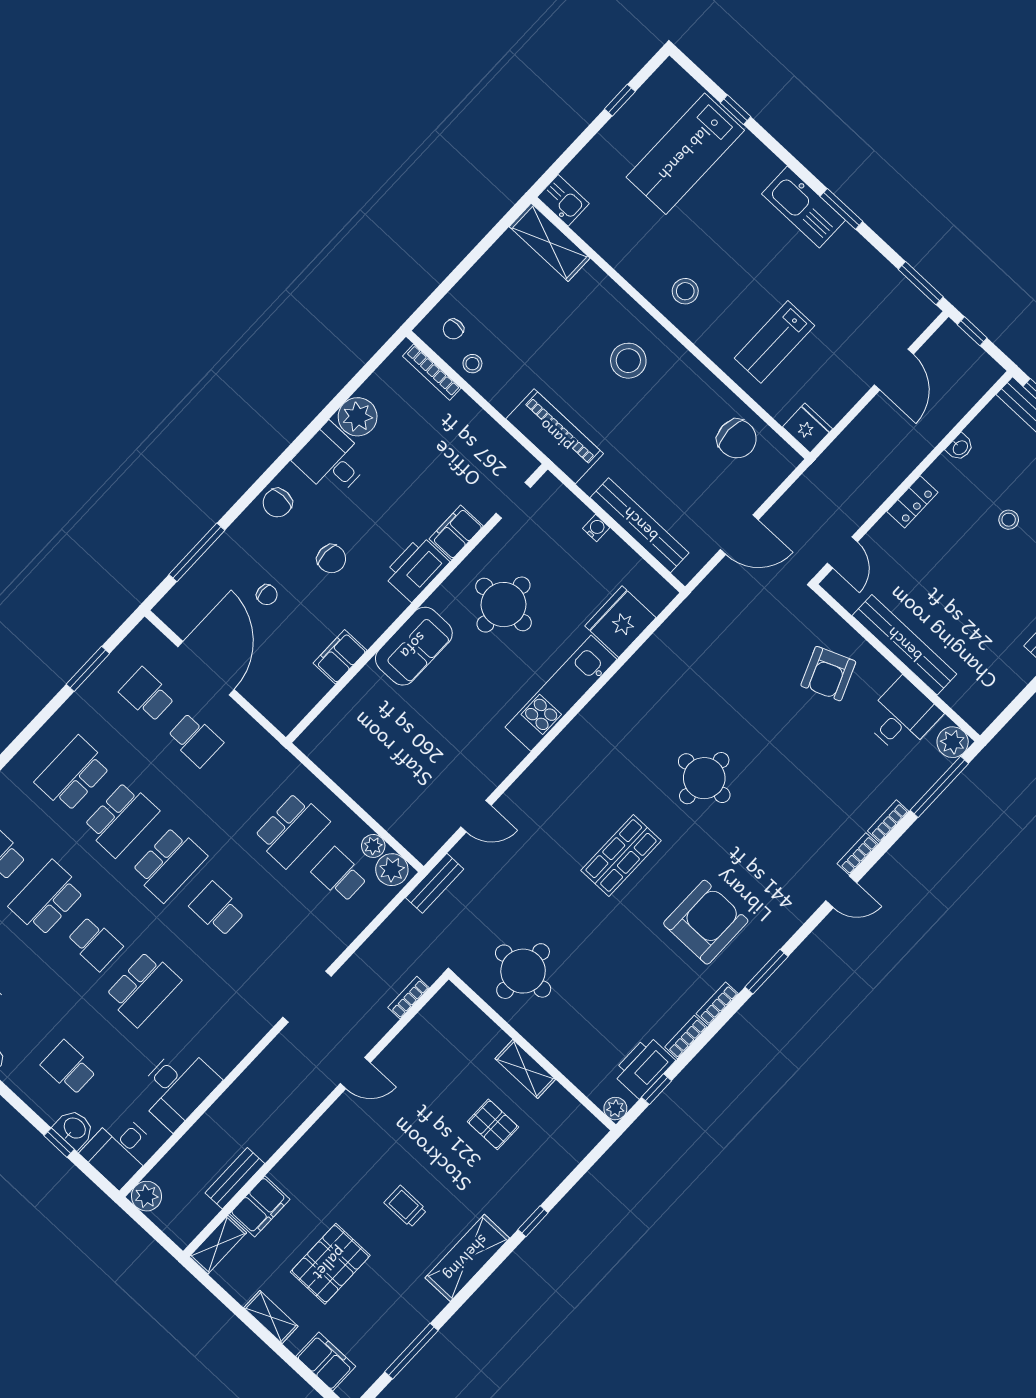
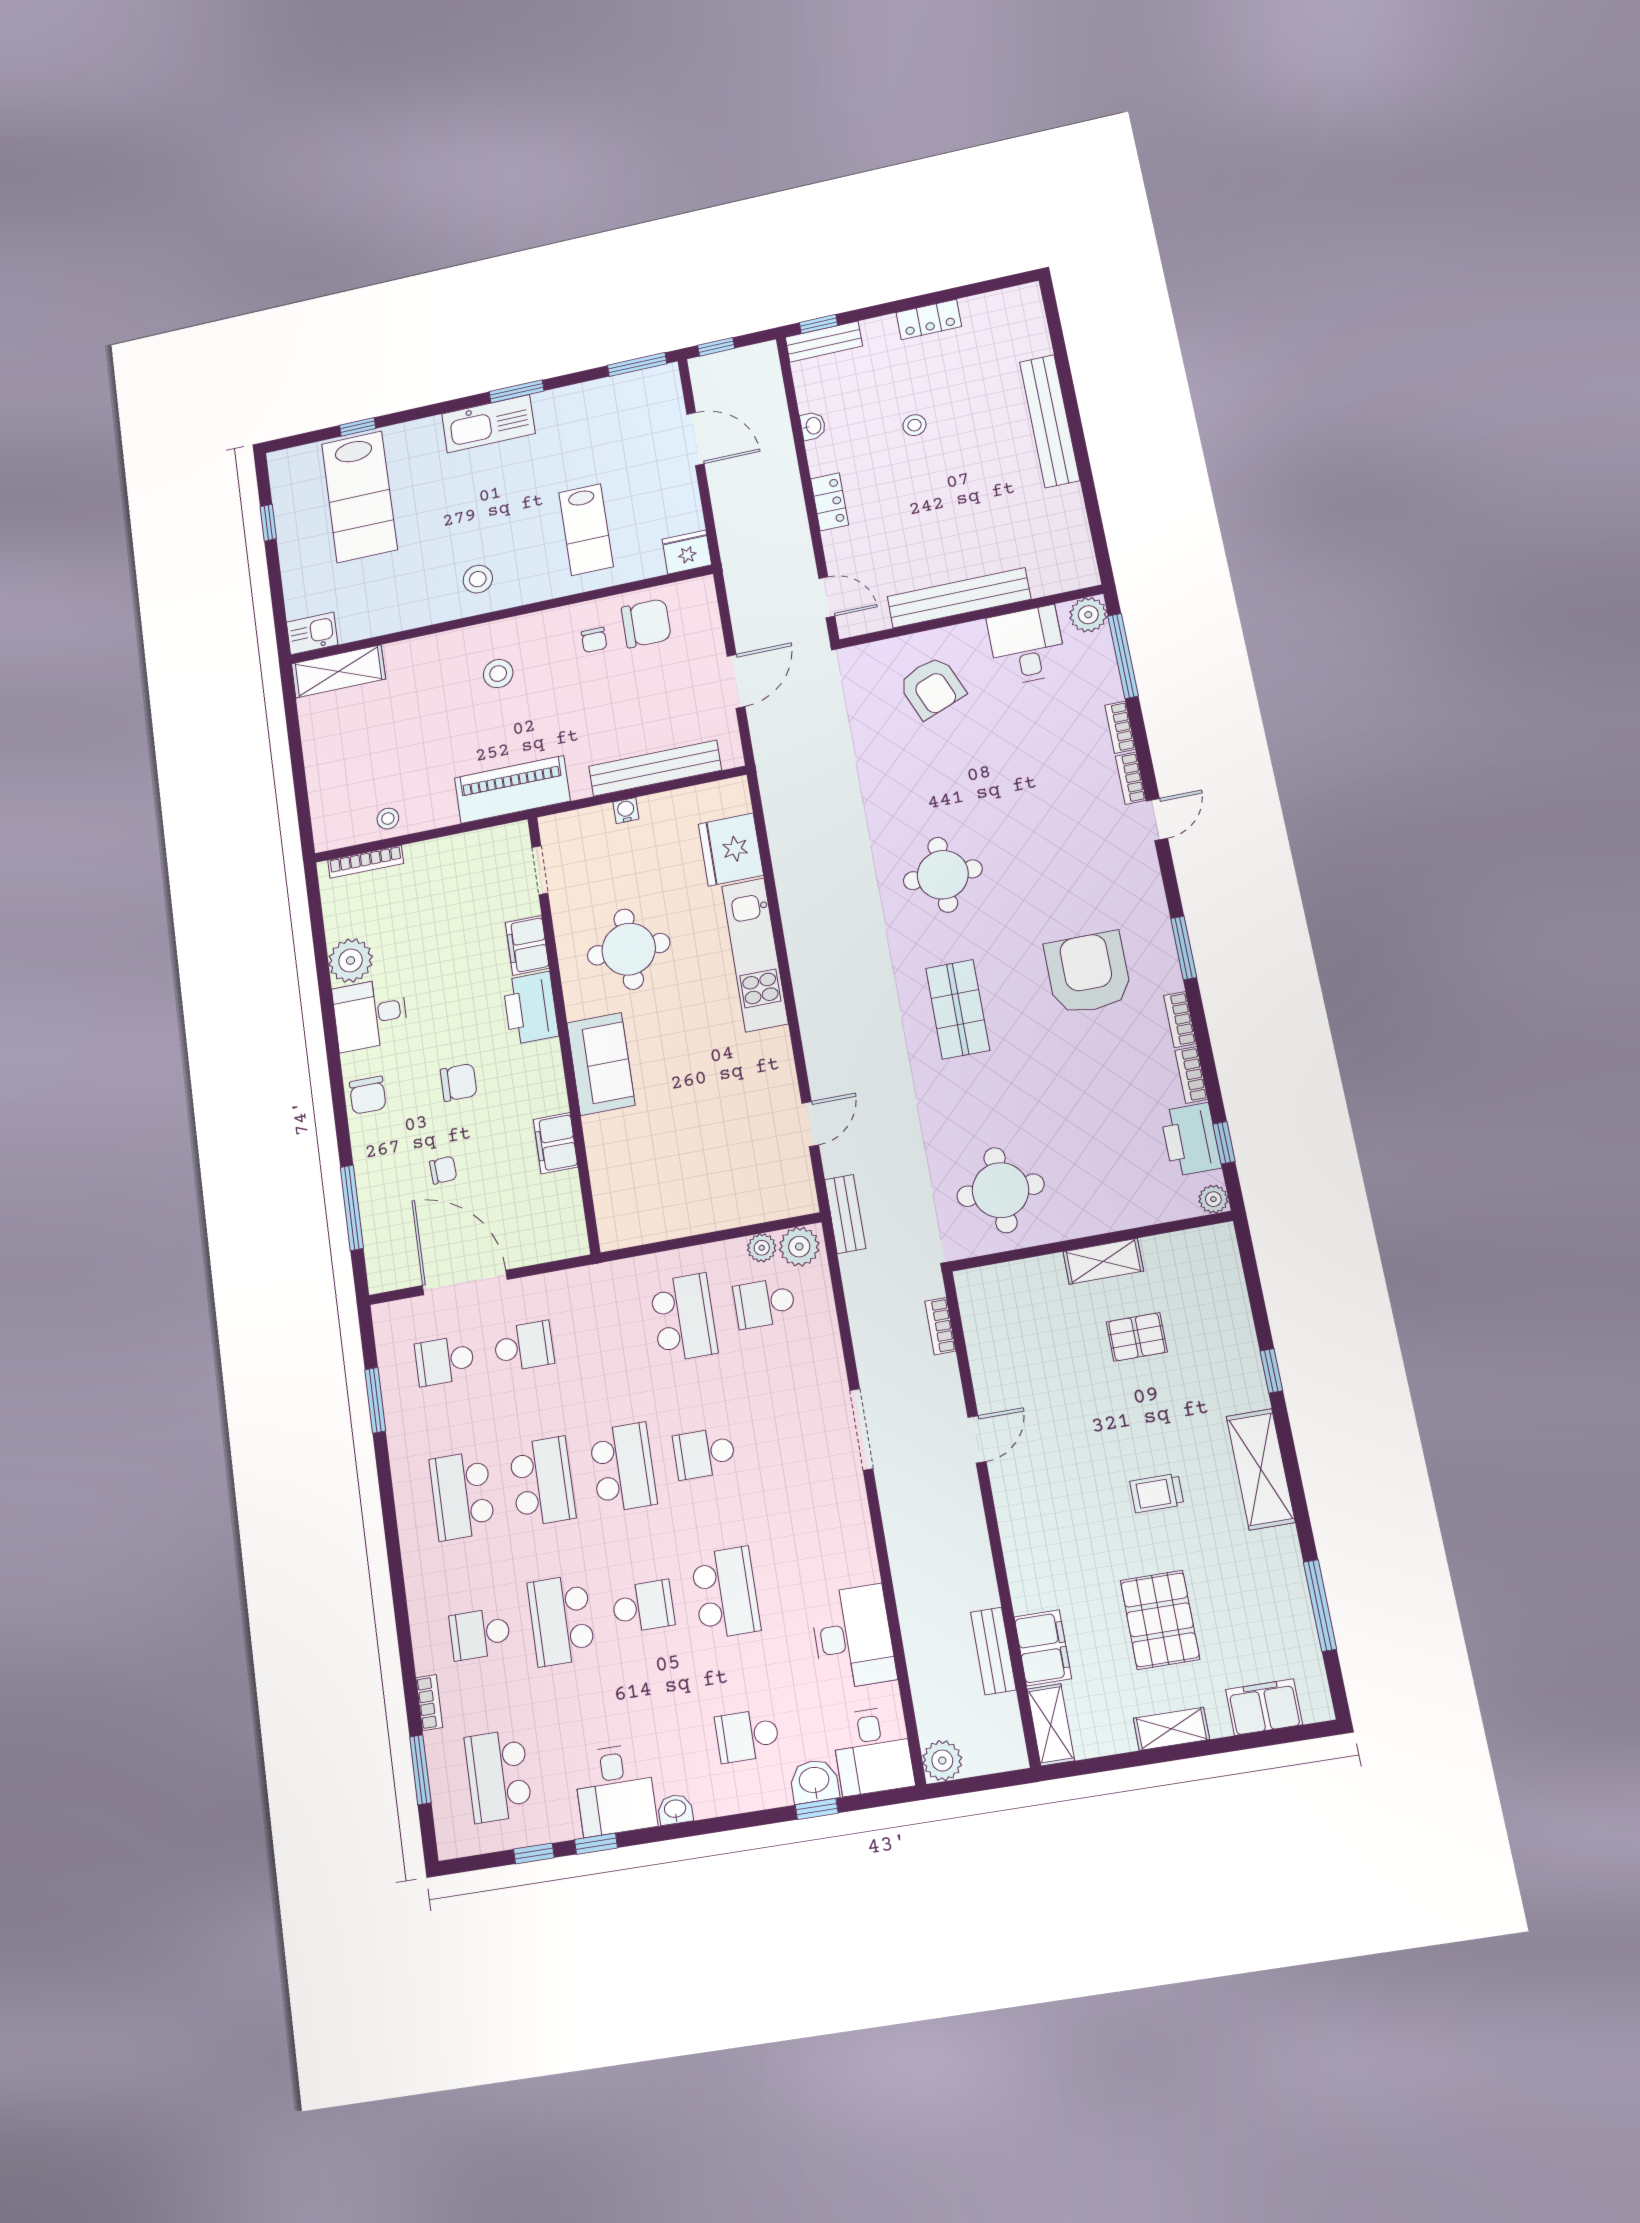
chair: (453, 329) -> (594, 640), moved
stool: (628, 361) -> (498, 674), width x0.73, depth x0.73

